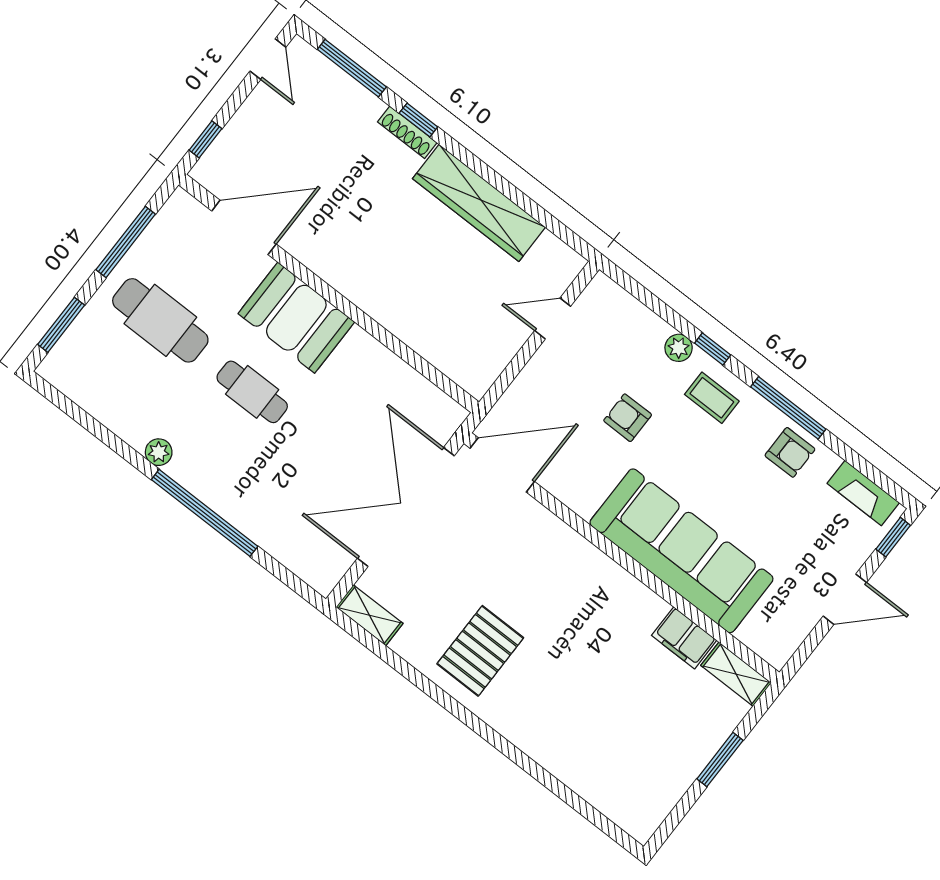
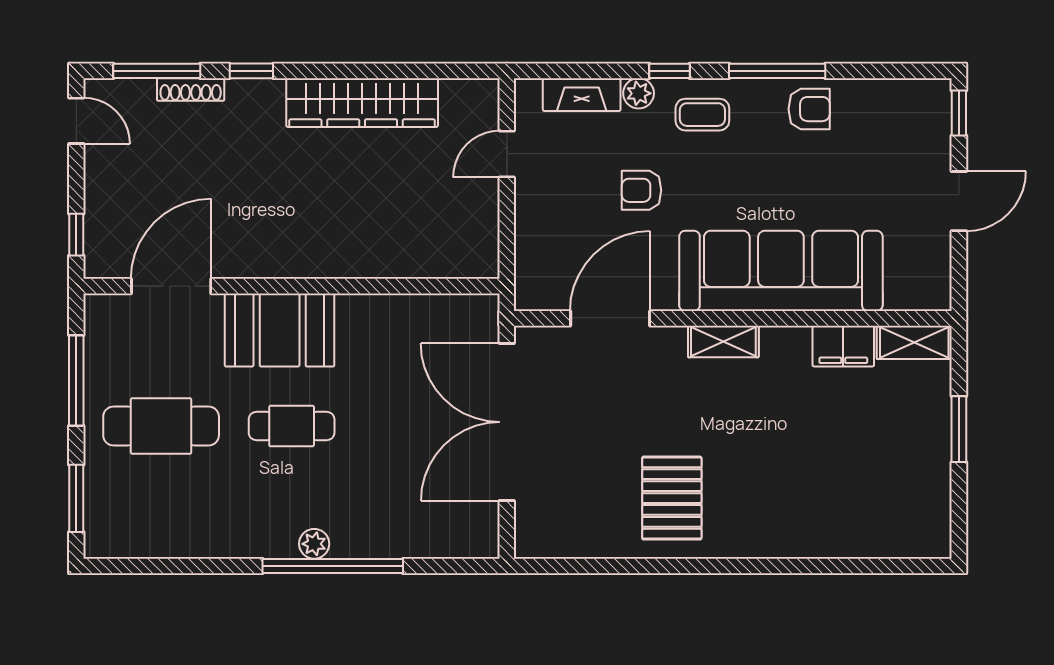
shoe rack: (407, 132) -> (191, 89), moved
plant: (159, 452) -> (314, 544), moved
door: (502, 465) -> (610, 318), moved
fireplace: (863, 493) -> (582, 95), moved
shelving: (369, 615) -> (723, 341), moved

